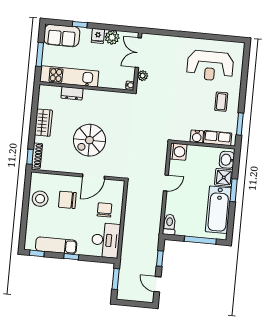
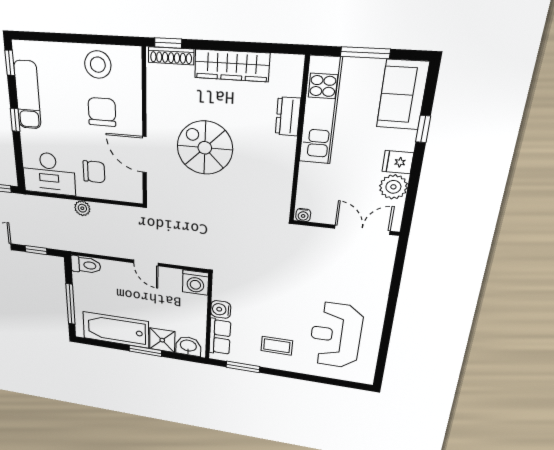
plant: (143, 76) -> (82, 208), moved
wardrobe: (43, 123) -> (232, 65), width x1.50

